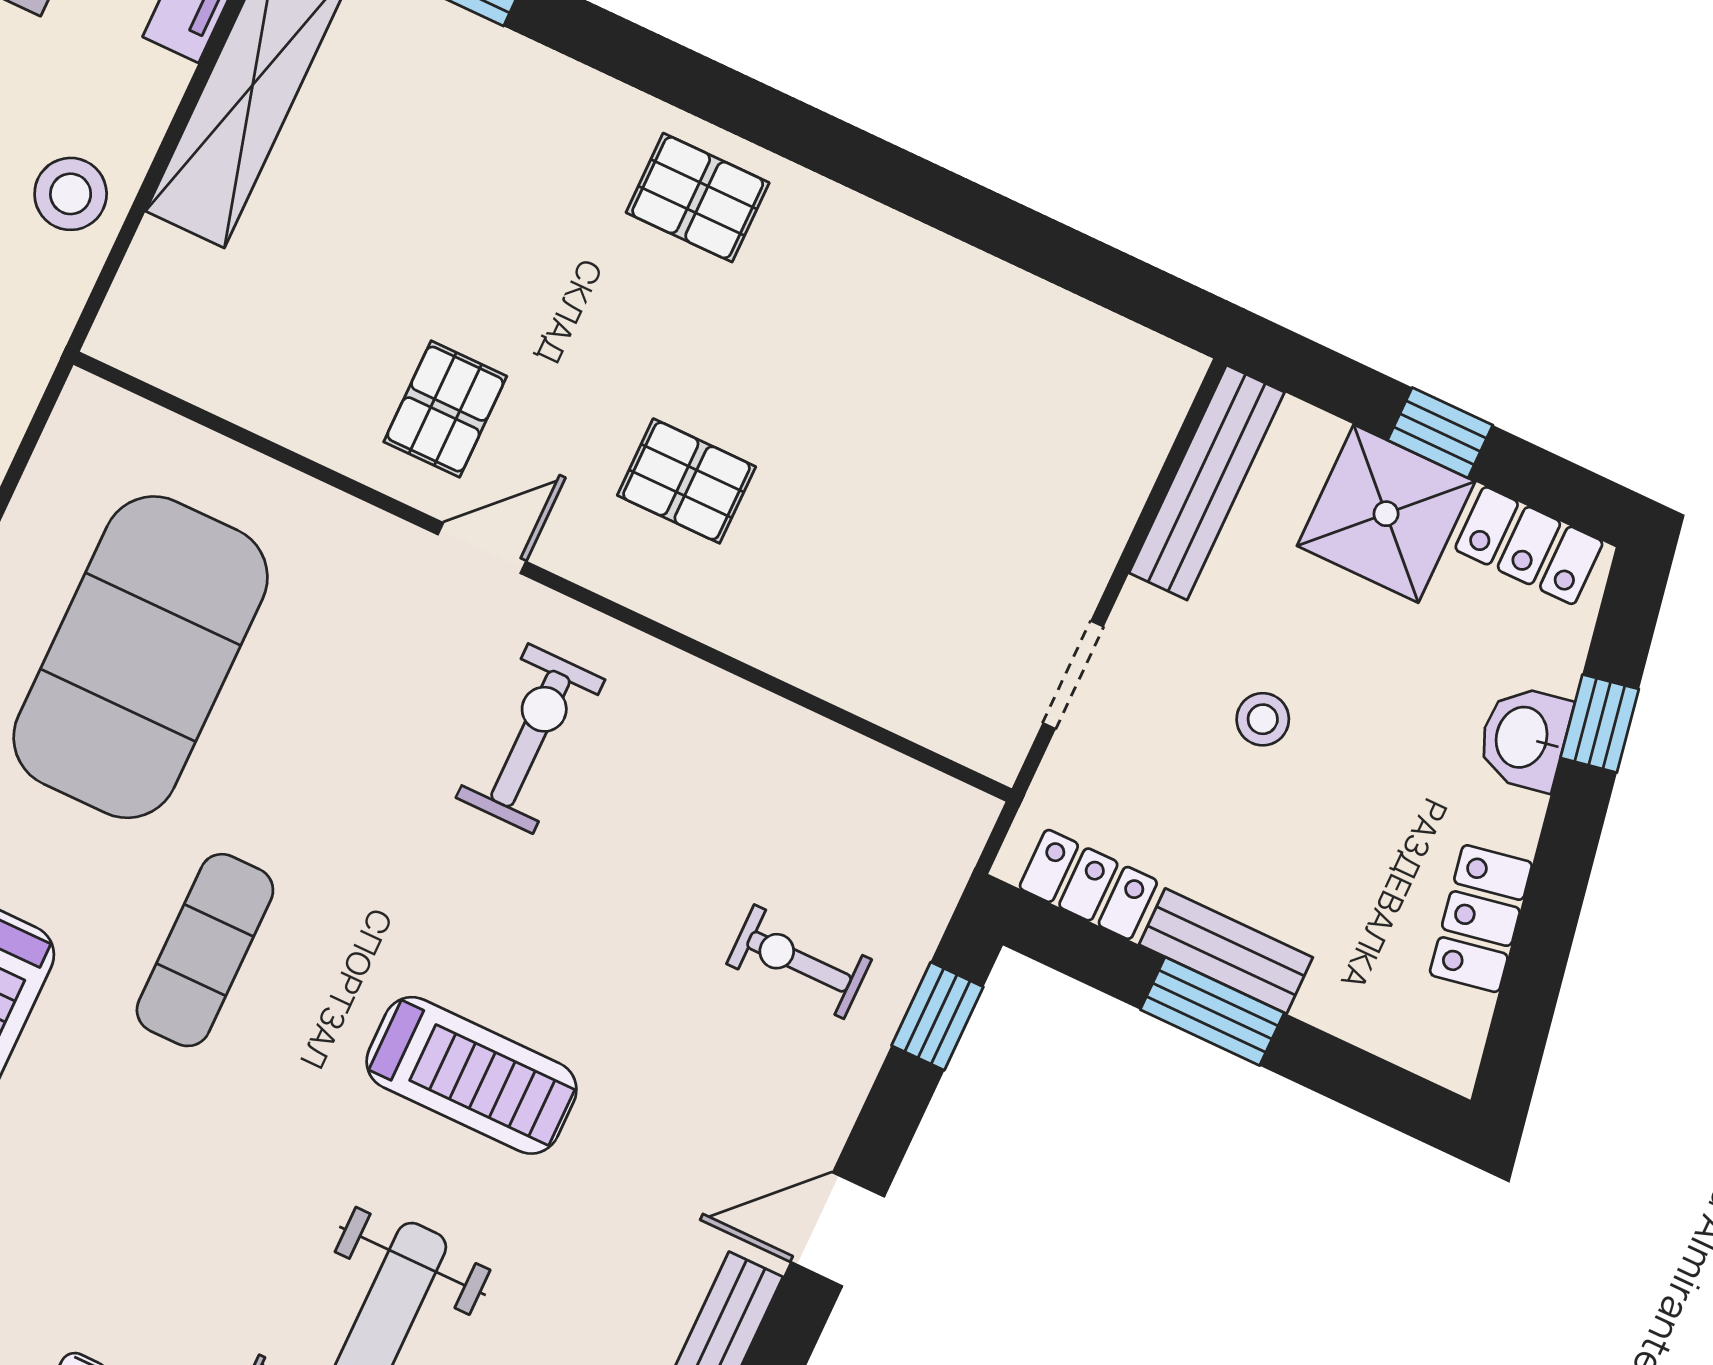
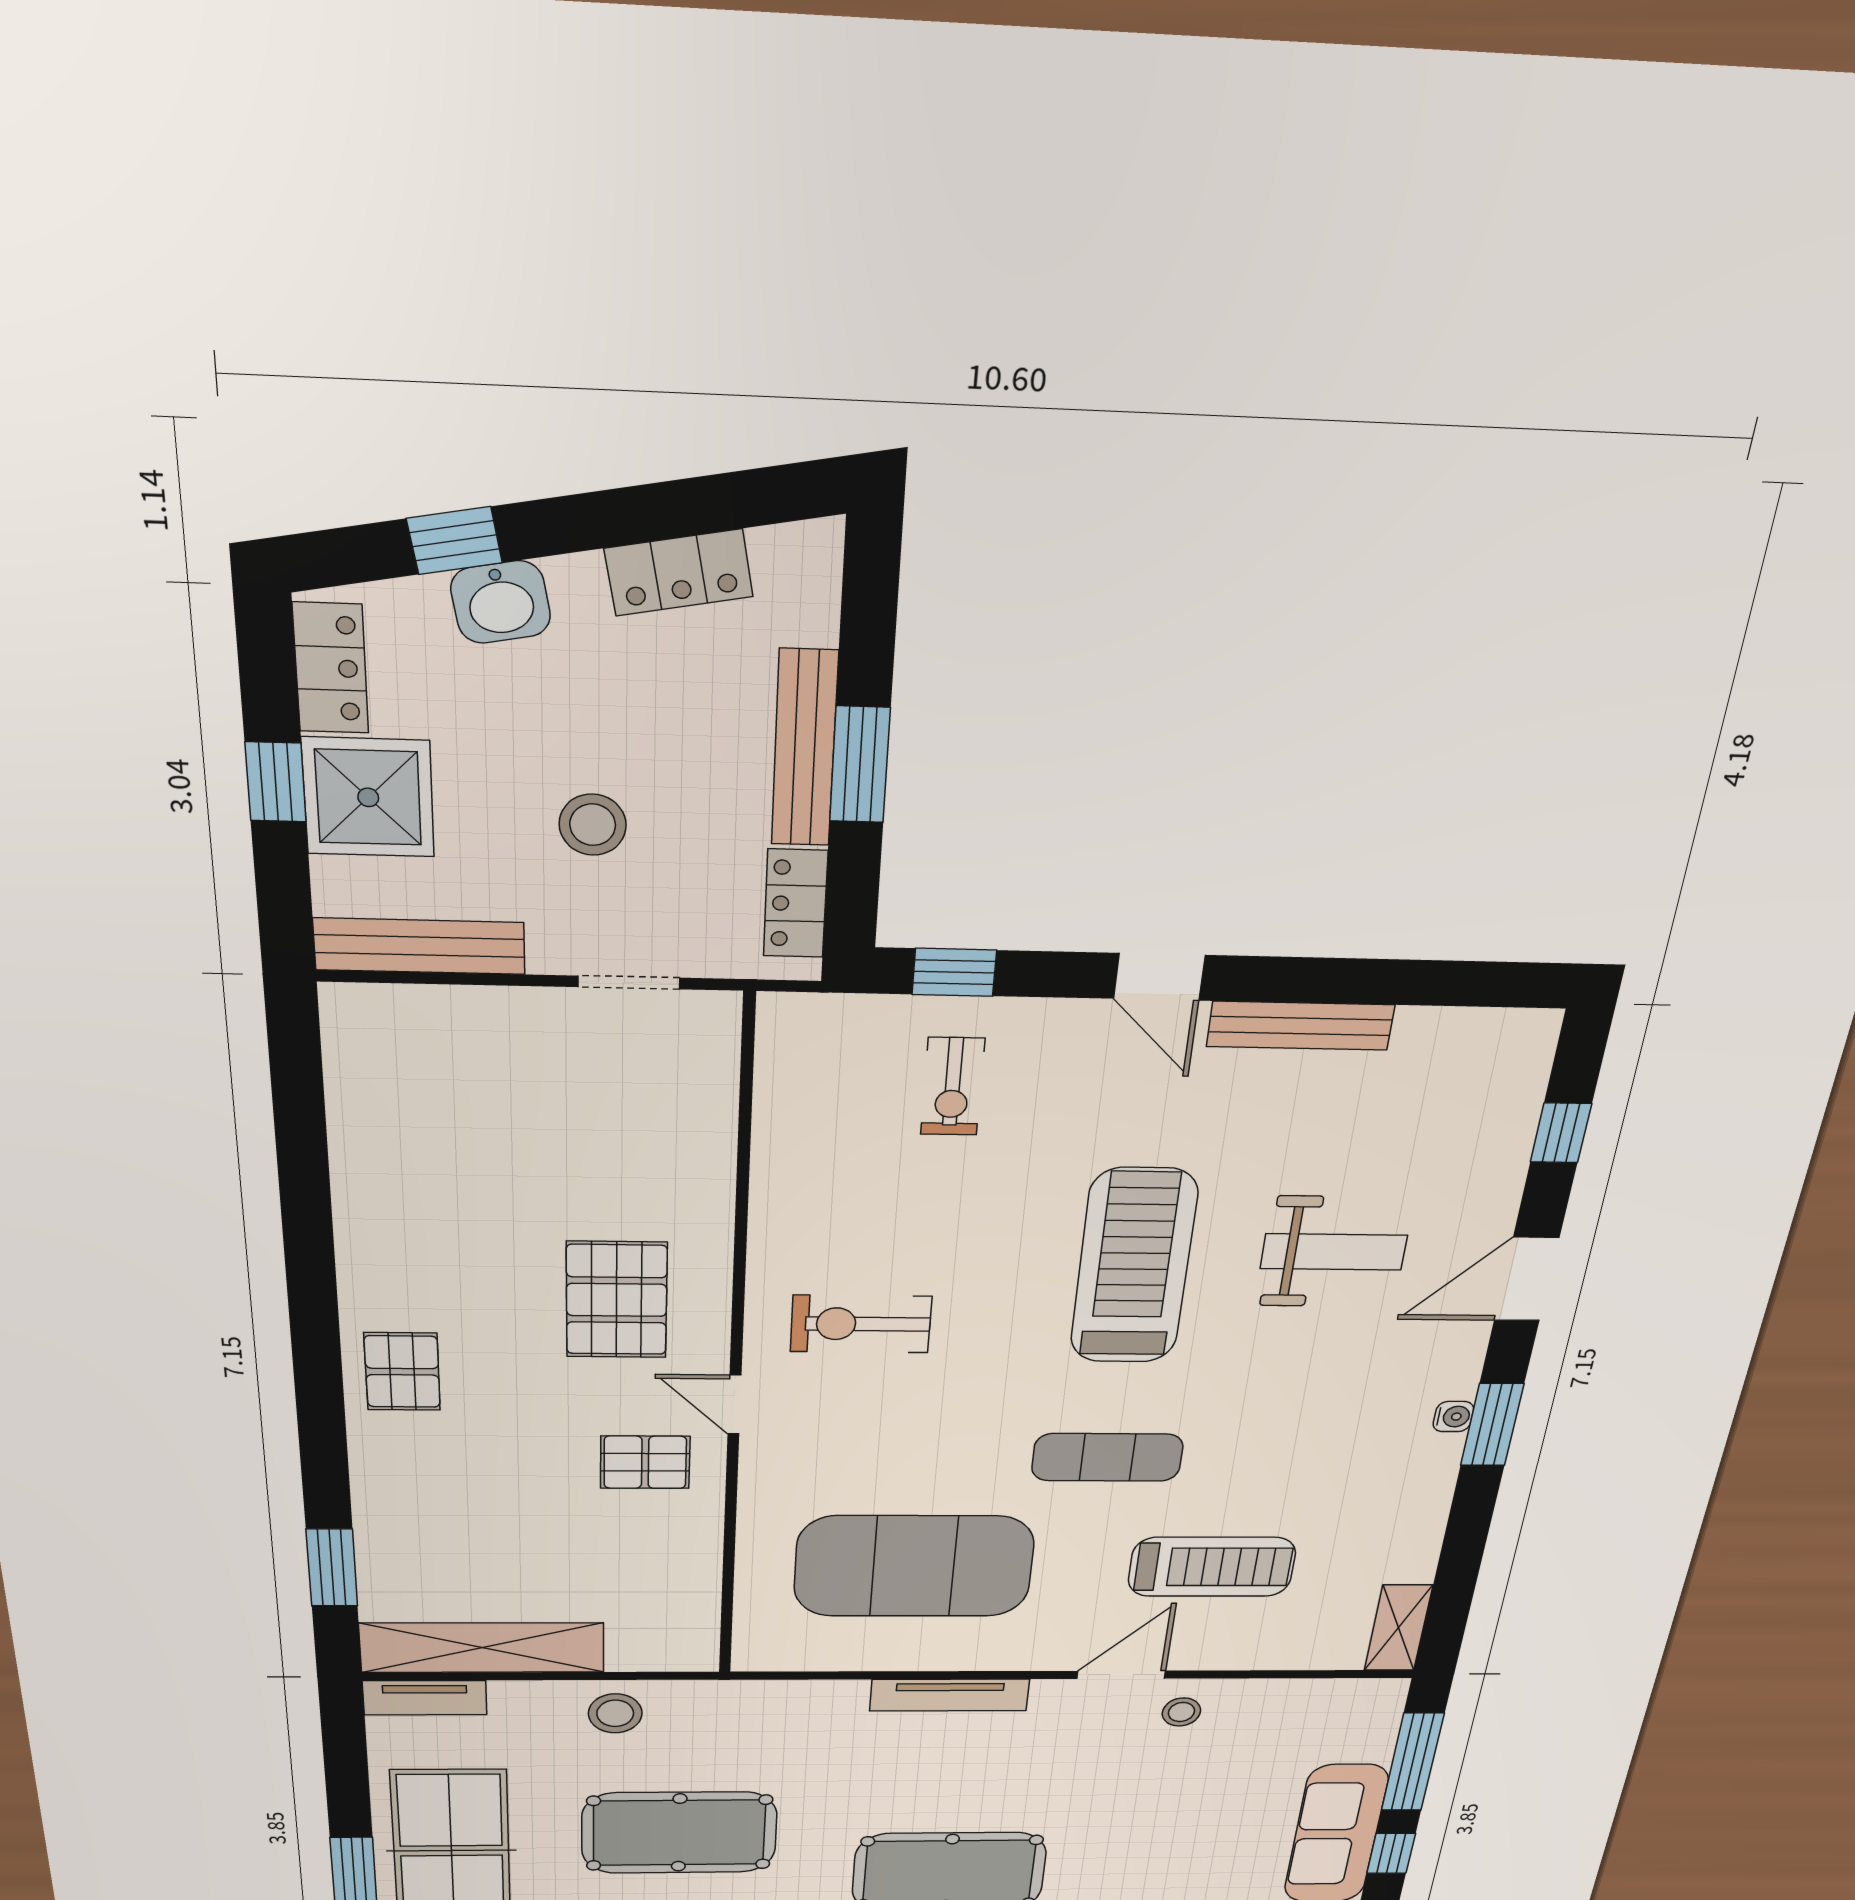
pallet: (686, 481) -> (617, 1300), width x1.50, depth x1.42
stool: (1263, 719) -> (593, 825), width x1.37, depth x1.37
bench: (1226, 951) -> (804, 749), width x1.36
treadmill: (472, 1075) -> (1134, 1267), width x1.37, depth x1.38

